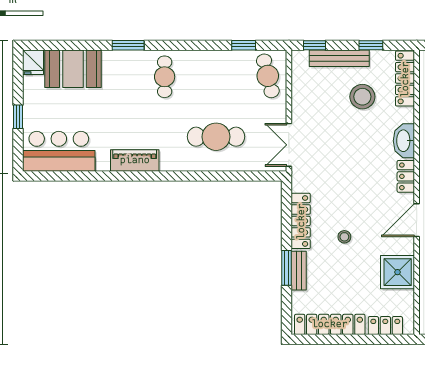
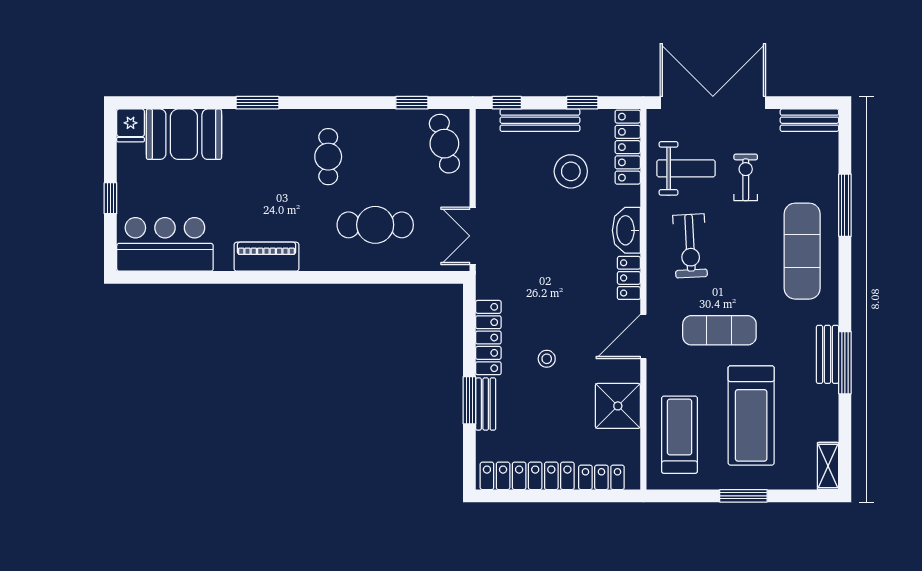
cafe table: (165, 77) -> (328, 157), moved

